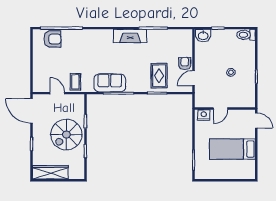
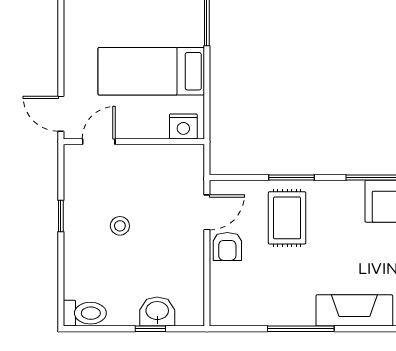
washbasin: (203, 36) -> (157, 311), moved
door: (221, 109) -> (99, 142), moved
bed: (232, 149) -> (151, 71), moved, turned 180

